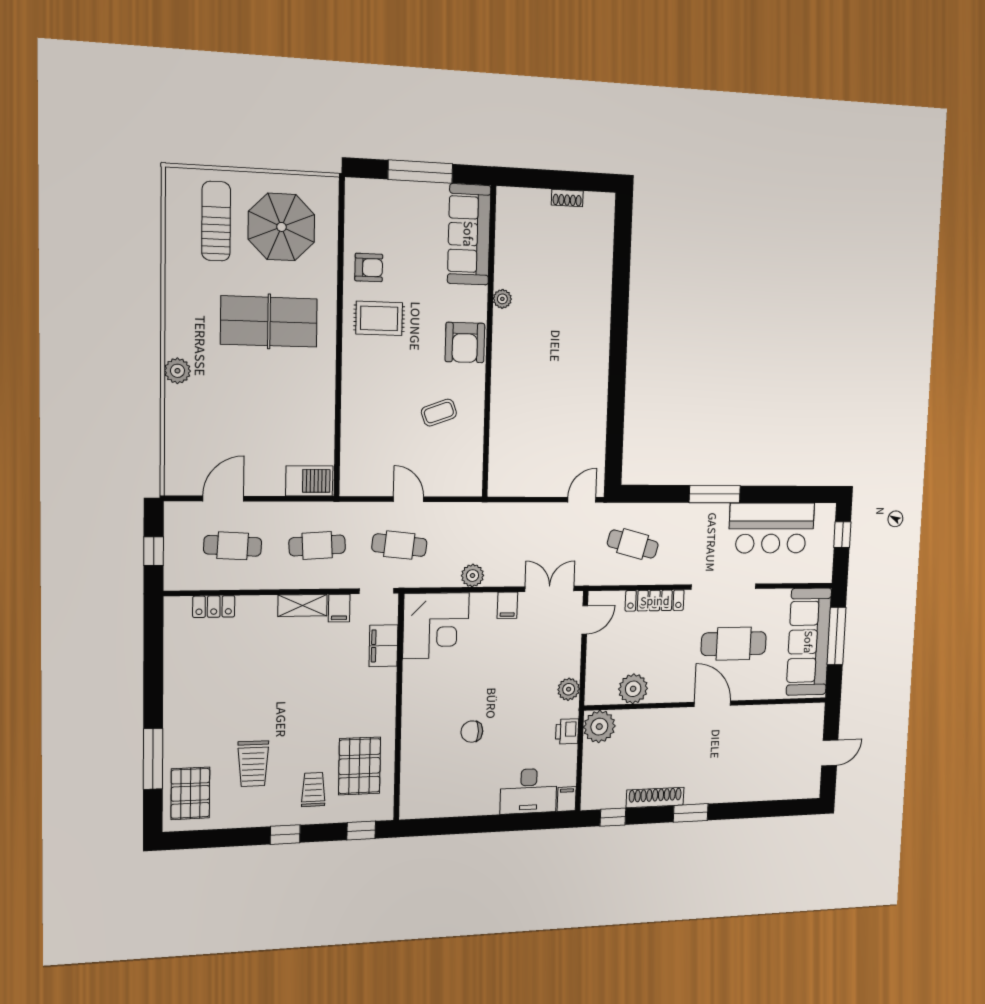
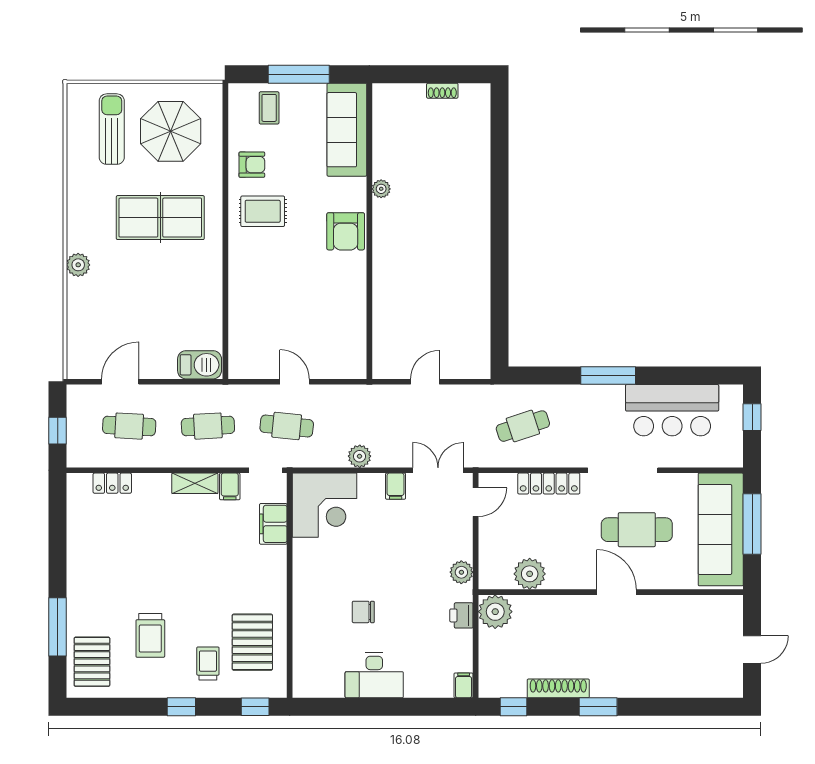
coffee table: (439, 413) -> (269, 108), moved, turned -70
door: (582, 500) -> (425, 382), moved
cafe table: (633, 544) -> (523, 426), turned -33
desk: (529, 791) -> (374, 675), moved

